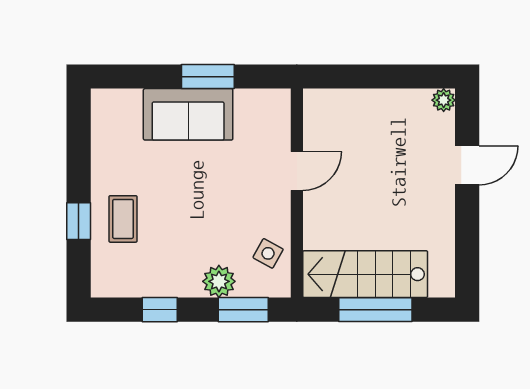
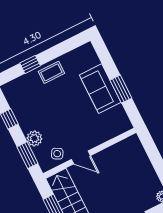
door: (297, 171) -> (81, 157), moved
coffee table: (123, 219) -> (51, 72), moved

